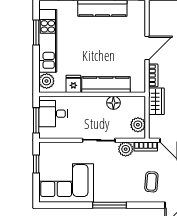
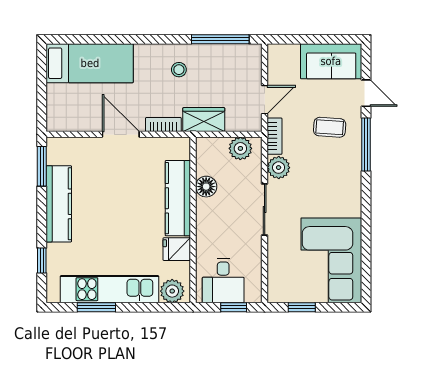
window: (36, 120) -> (234, 307), width x0.67
window: (110, 205) -> (366, 144), moved

